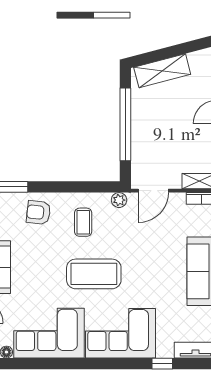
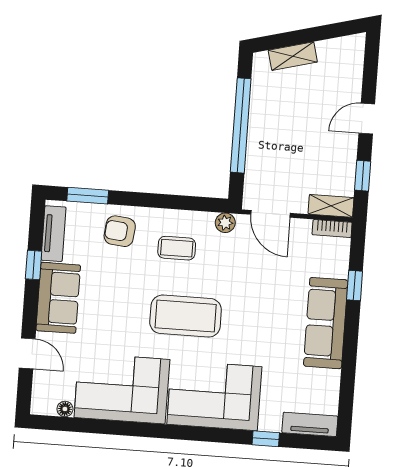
shelving: (162, 71) -> (293, 56), width x0.67, depth x0.75
door: (153, 191) -> (270, 214), hinge flipped
coffee table: (83, 222) -> (177, 248), turned 90

